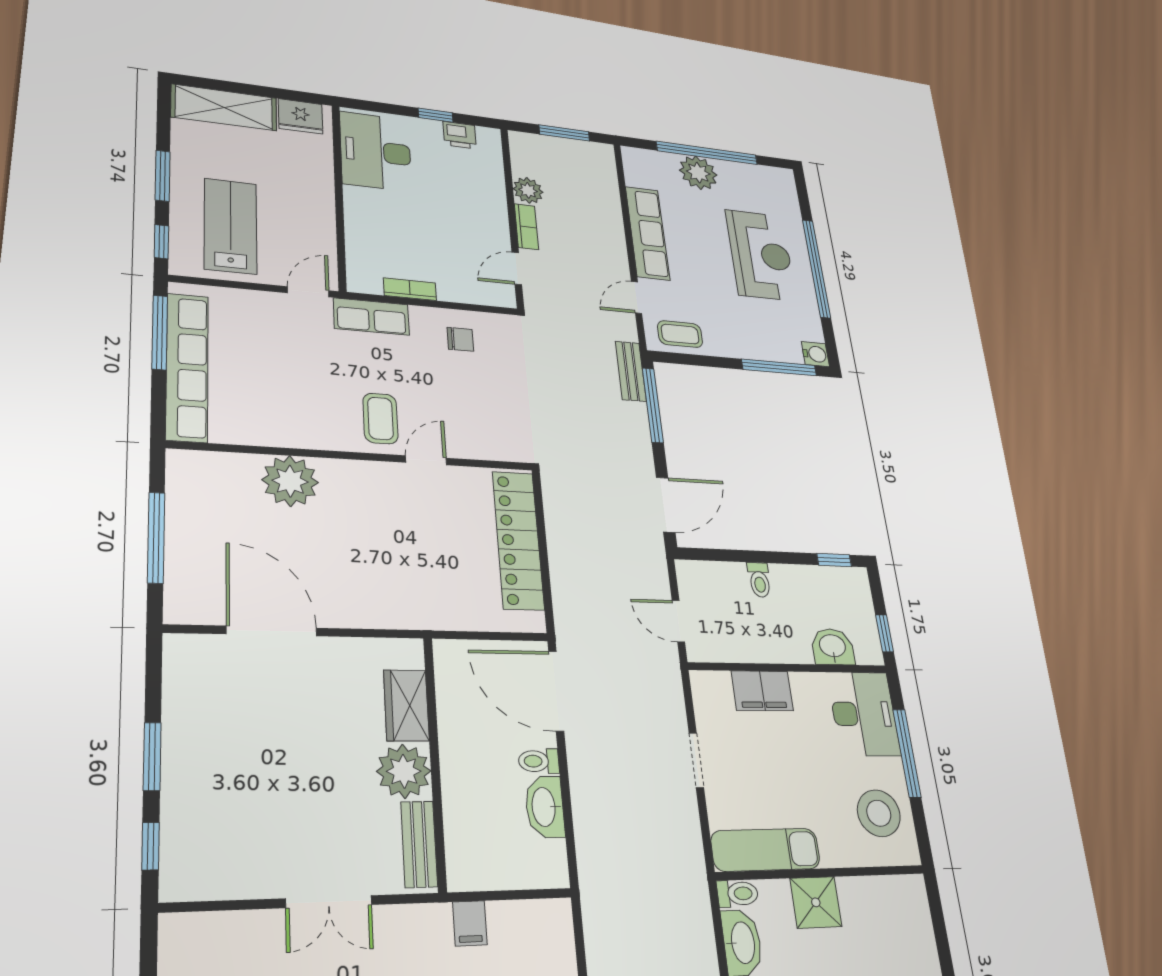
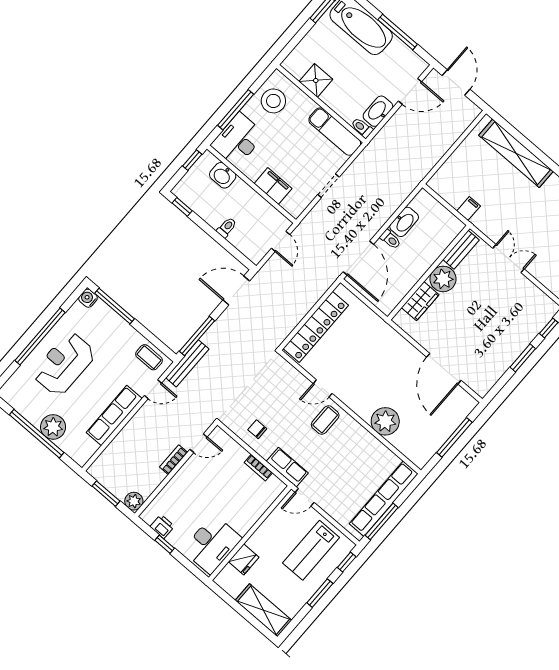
fridge: (301, 116) -> (244, 559), moved, turned 90
plant: (528, 190) -> (134, 501), moved
bench: (631, 371) -> (187, 363), width x1.36
shower: (816, 902) -> (316, 80), moved

